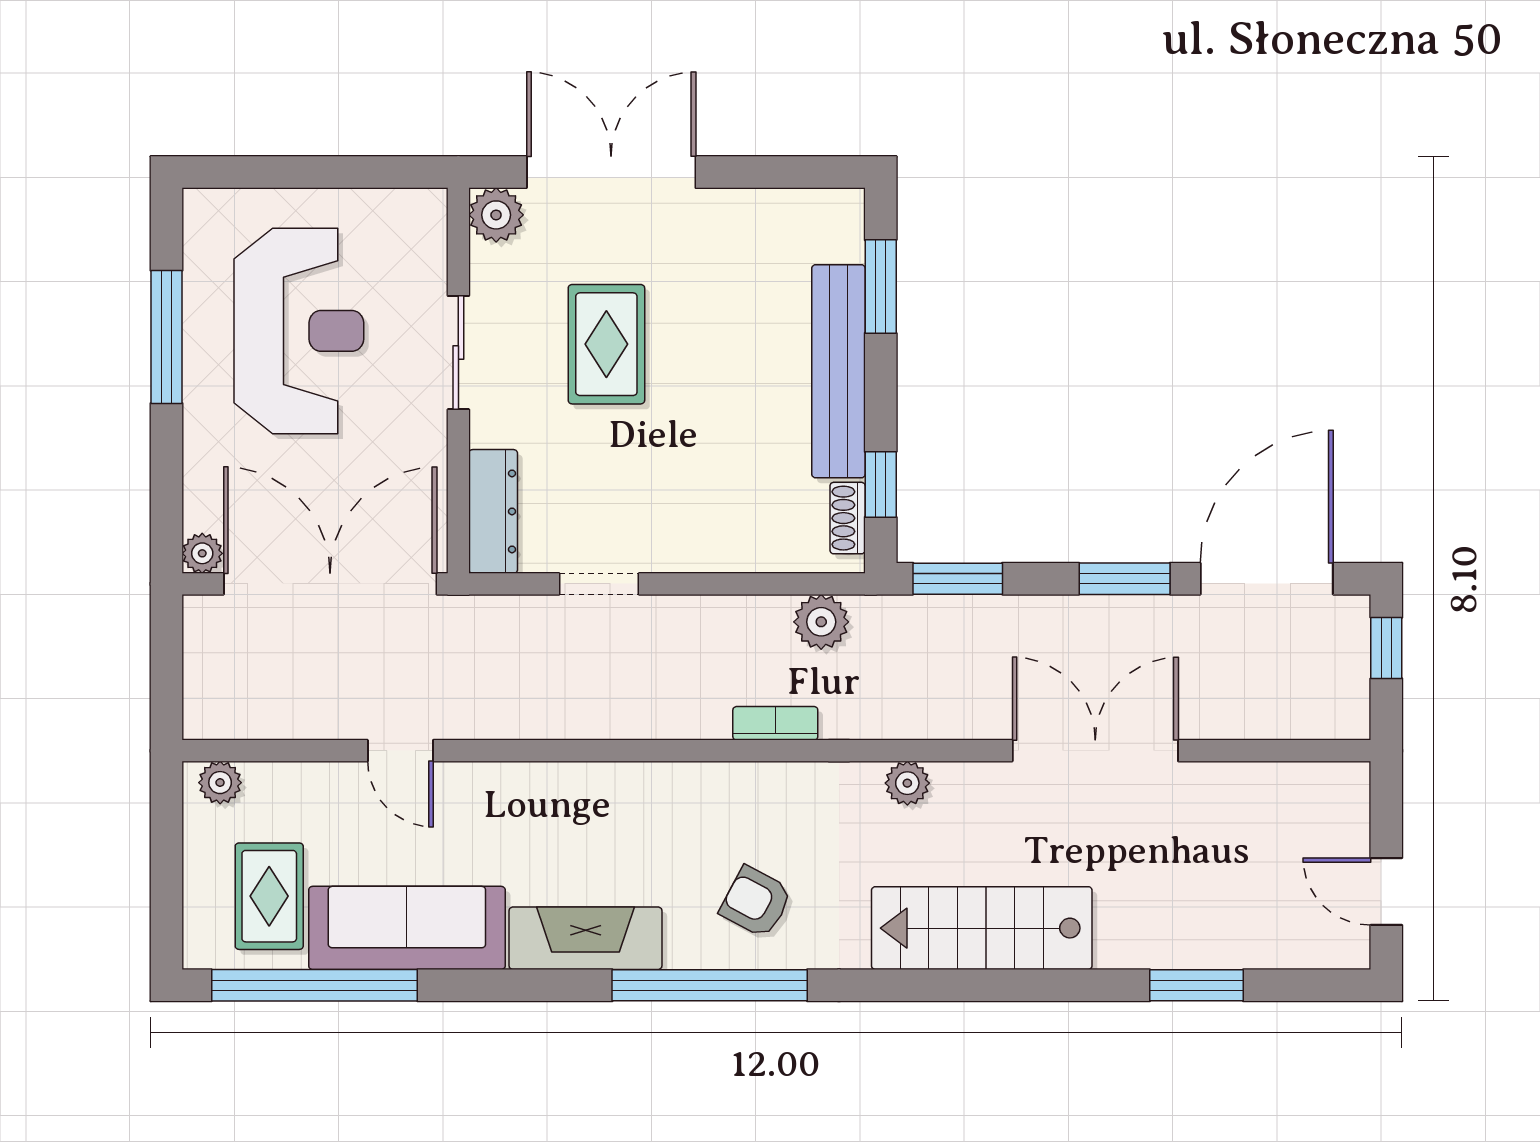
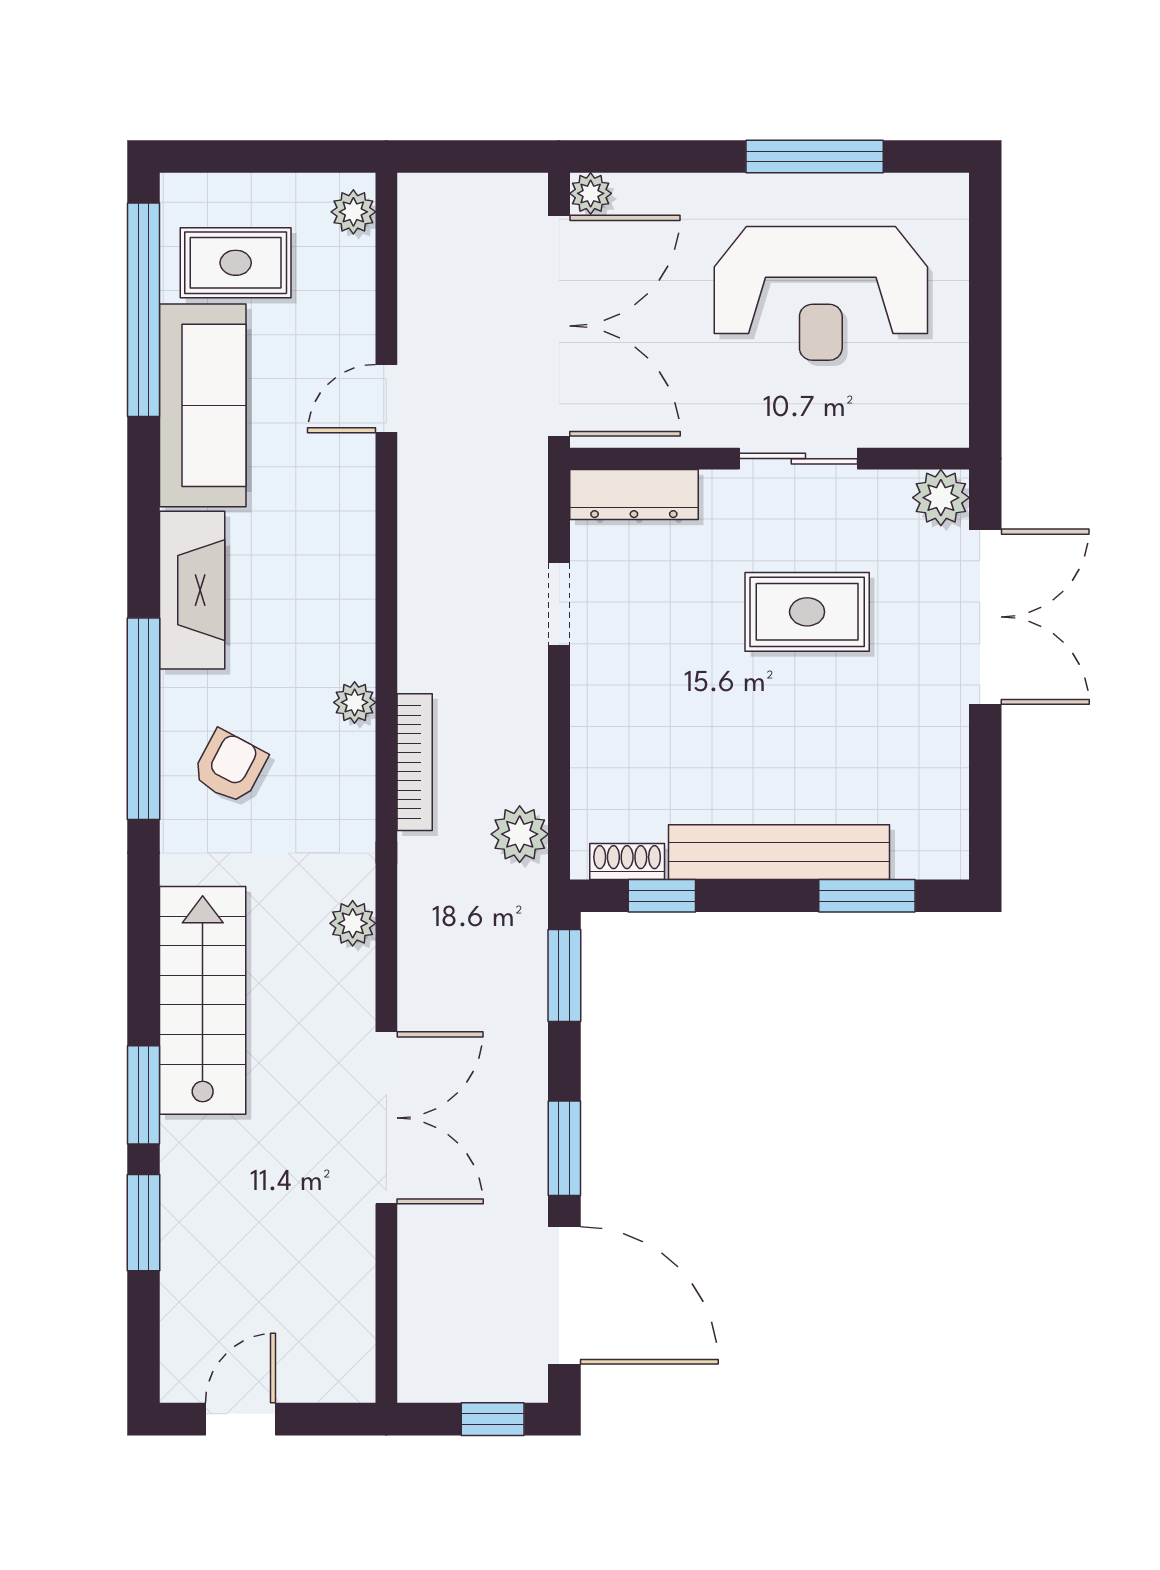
bookcase: (775, 723) -> (415, 762), width x1.56
plant: (694, 781) -> (355, 702), added
window: (1073, 985) -> (143, 1095), added

